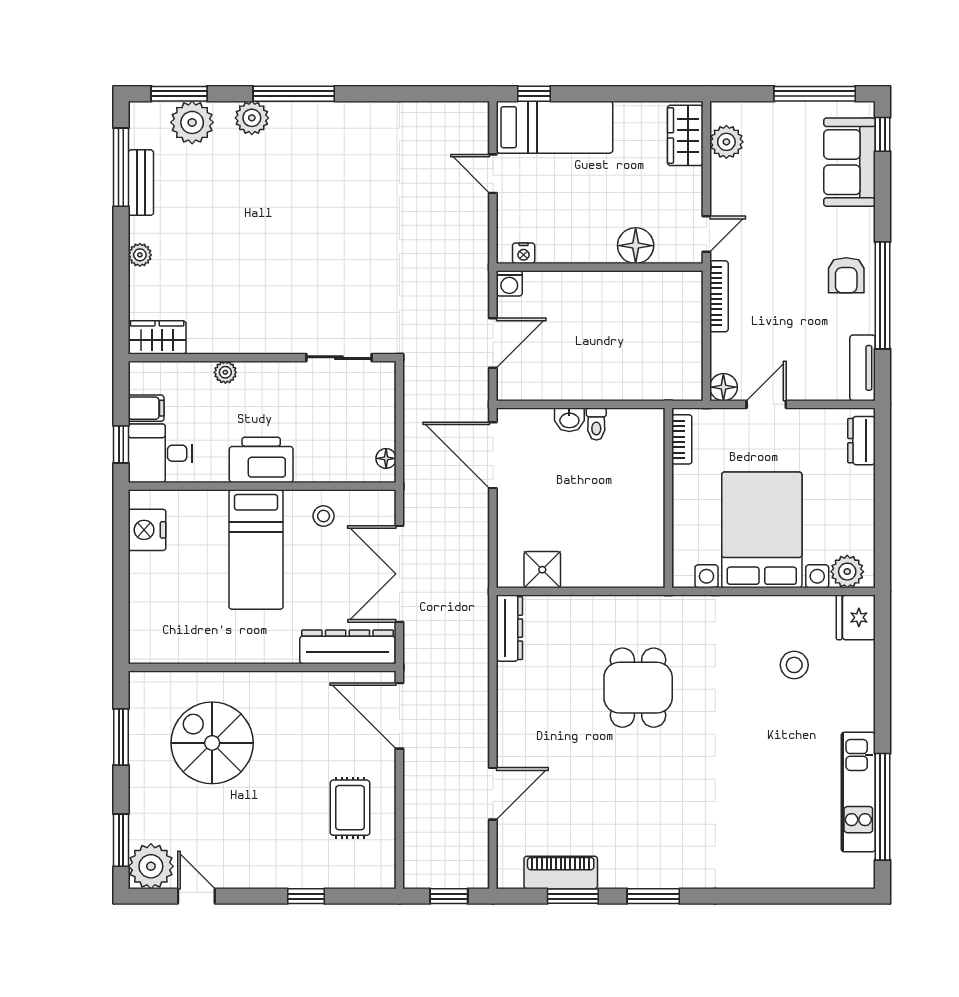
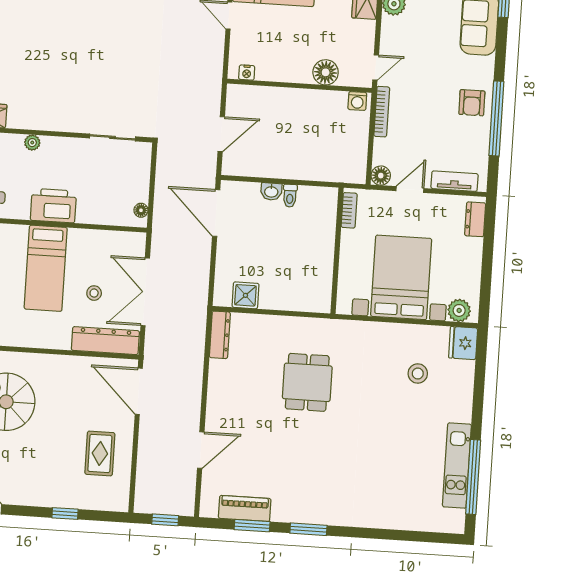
washing machine: (509, 283) -> (357, 101), moved
tv unit: (863, 368) -> (455, 181), moved, turned 90
stool: (324, 516) -> (94, 293), moved

